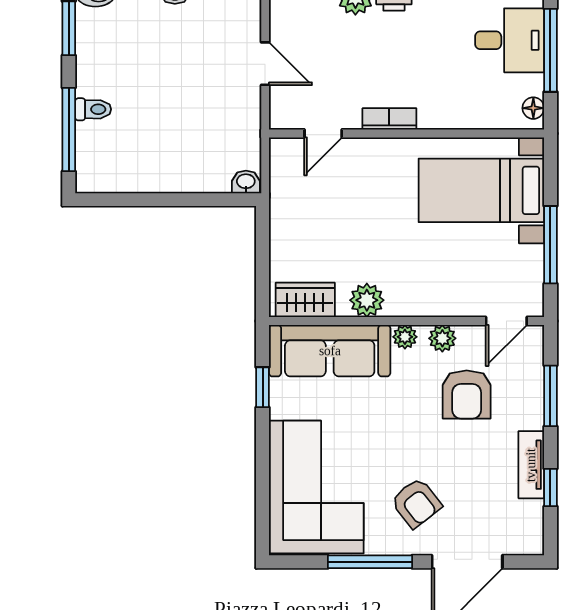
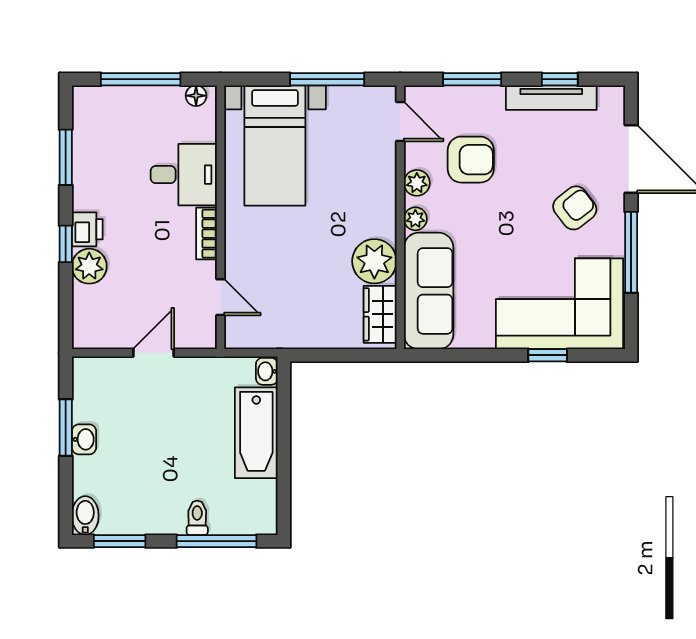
desk: (510, 40) -> (184, 175), moved, turned 90
bathtub: (182, 171) -> (256, 433), added
plant: (367, 300) -> (374, 261), width x1.36, depth x1.36
window: (263, 387) -> (548, 355), moved
tv unit: (531, 465) -> (551, 98), width x1.41

